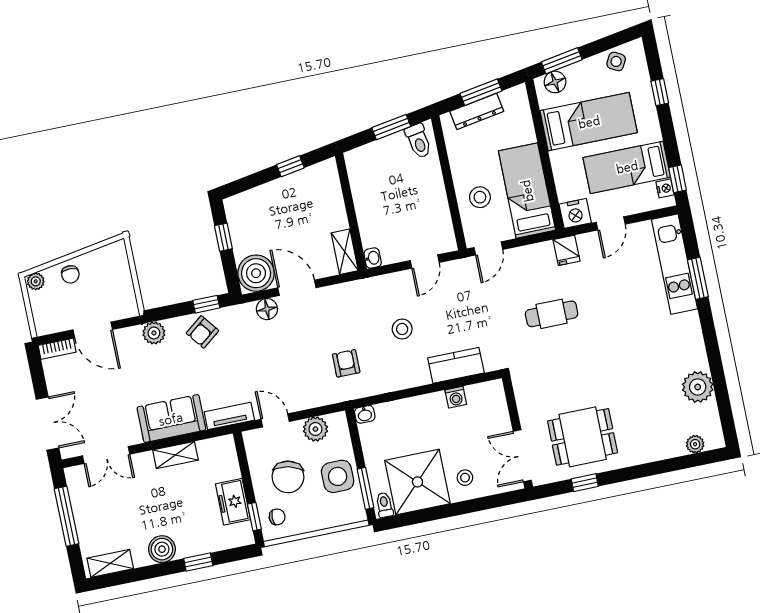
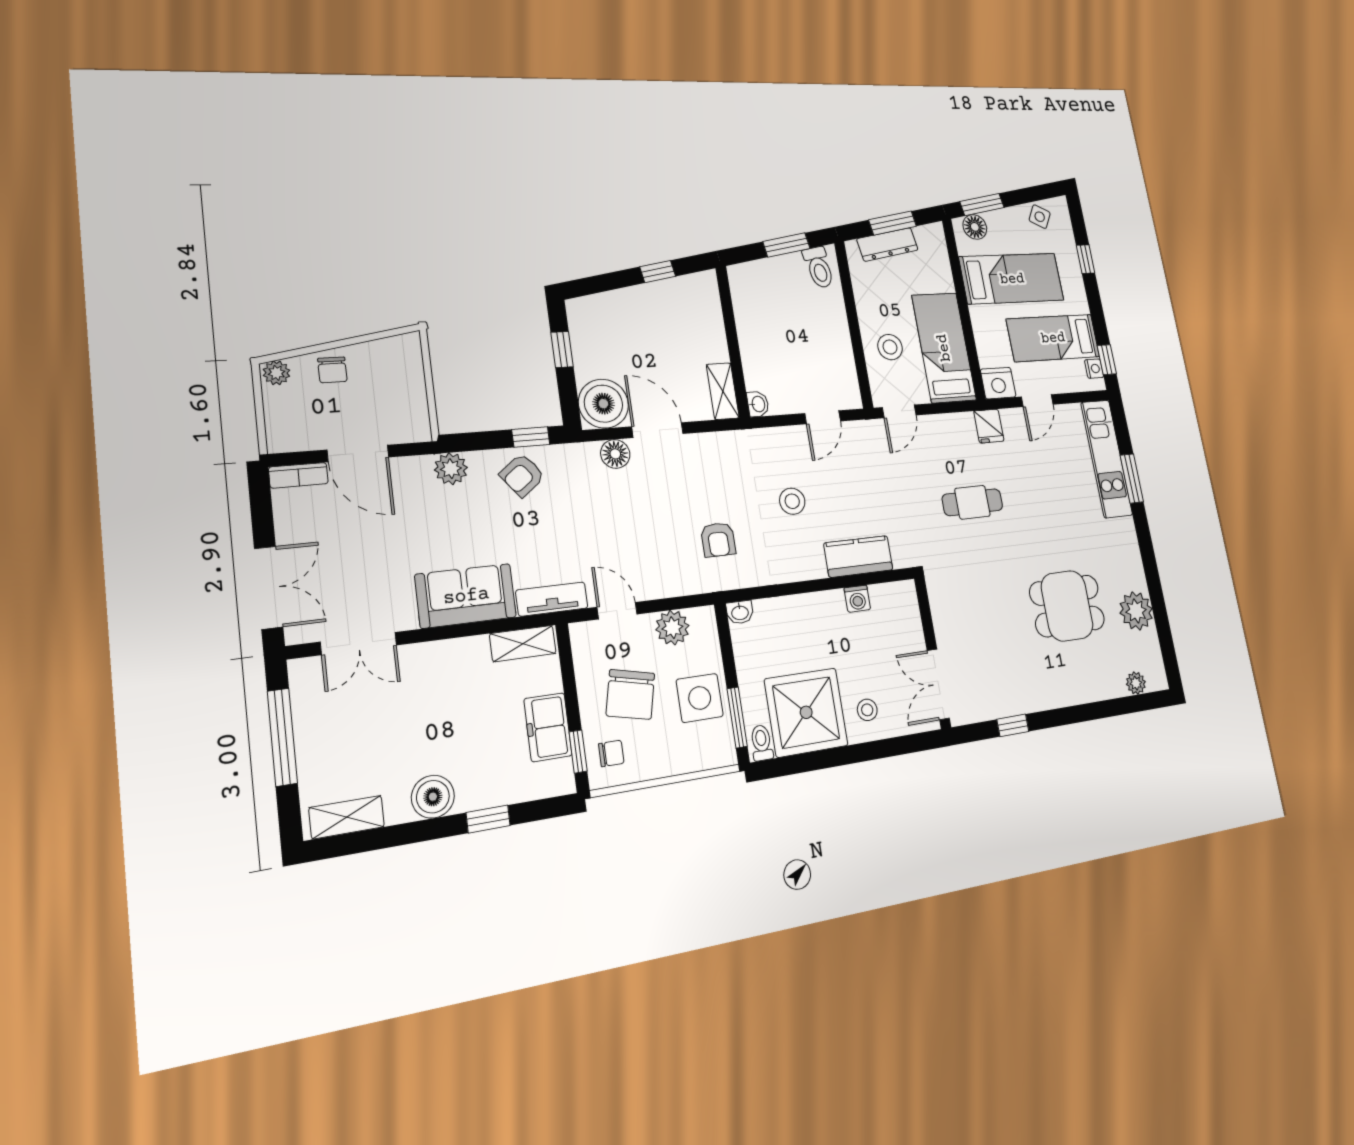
armchair: (346, 363) -> (718, 540), turned 180
dining table: (583, 437) -> (1067, 606), moved
shelving: (175, 455) -> (523, 644), moved

